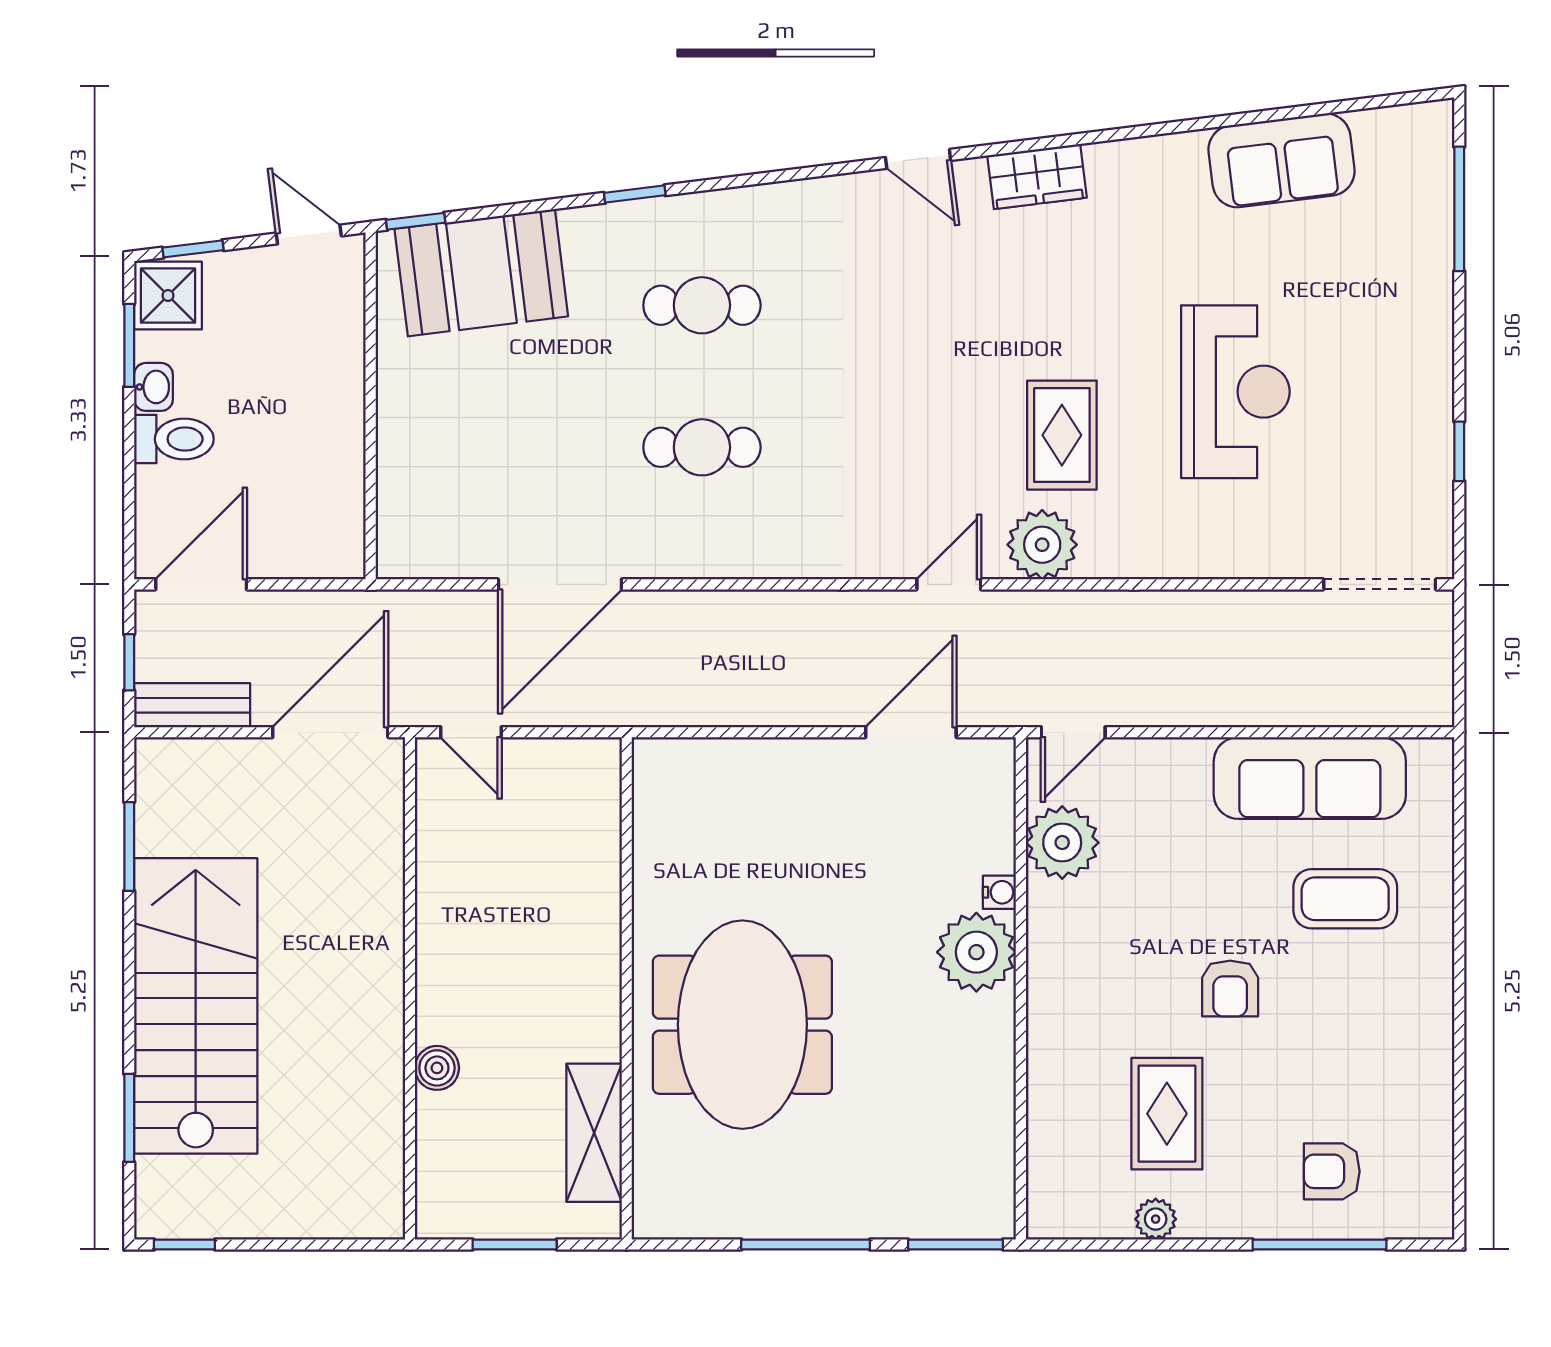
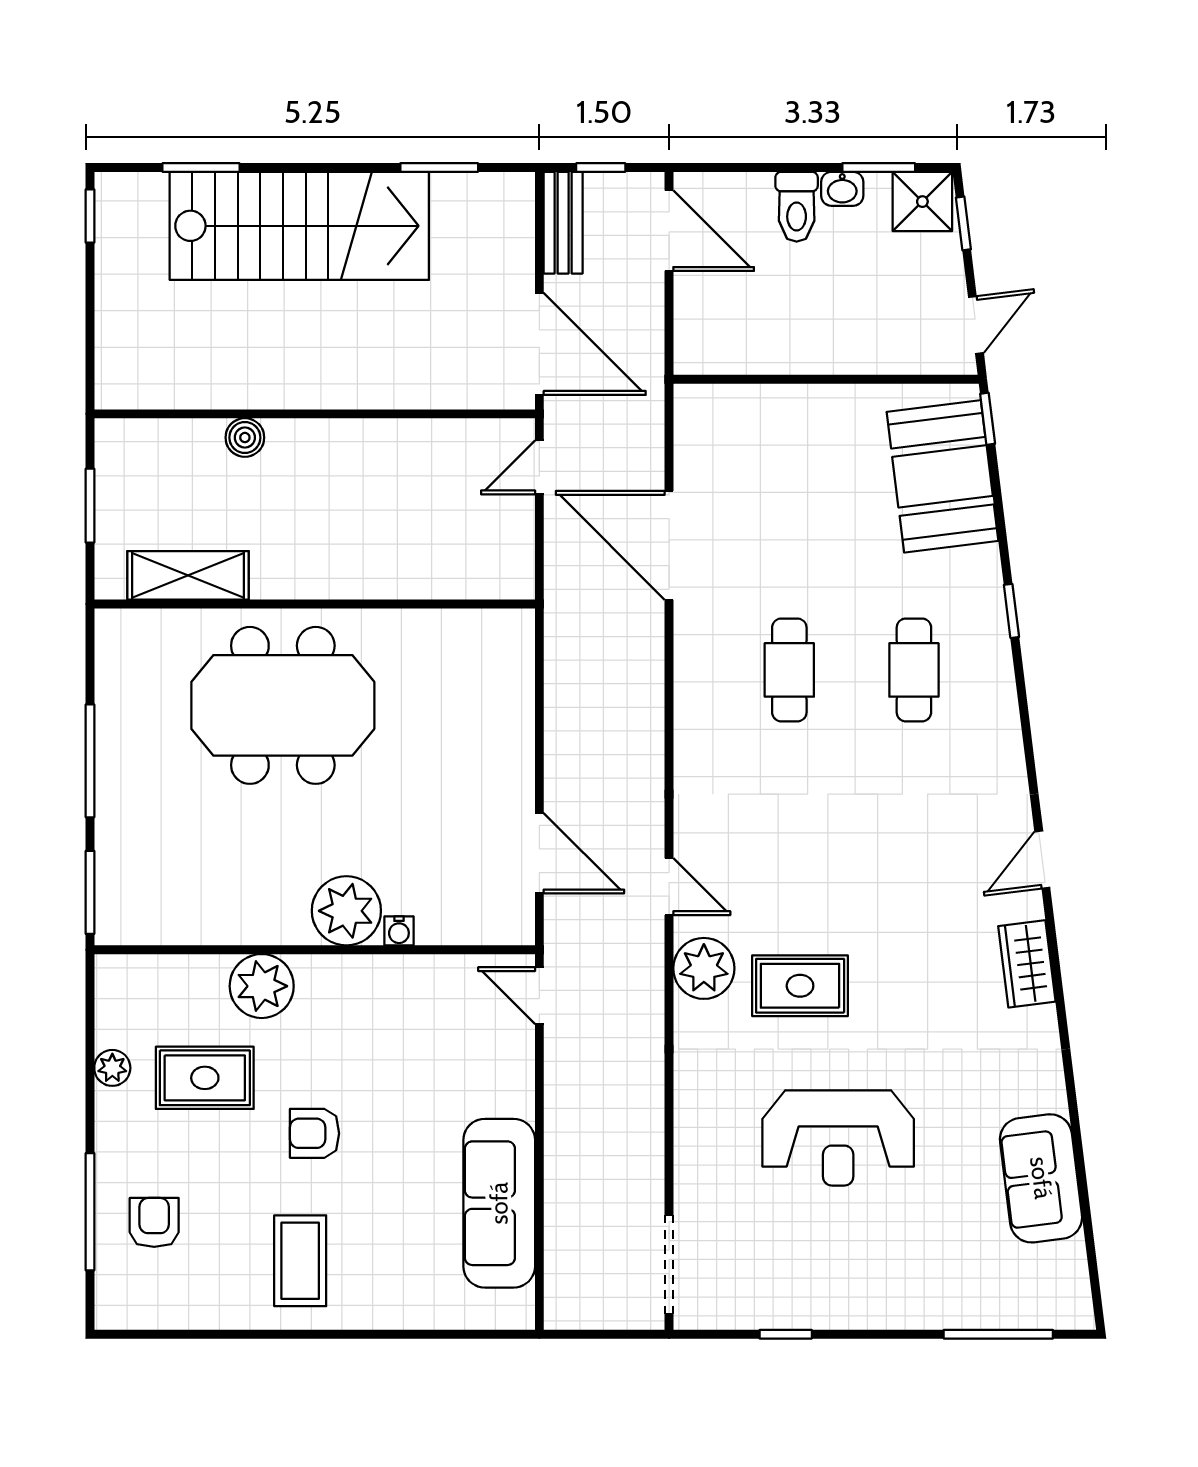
plant: (1062, 843) -> (262, 986), moved
coffee table: (1345, 899) -> (300, 1261), moved

